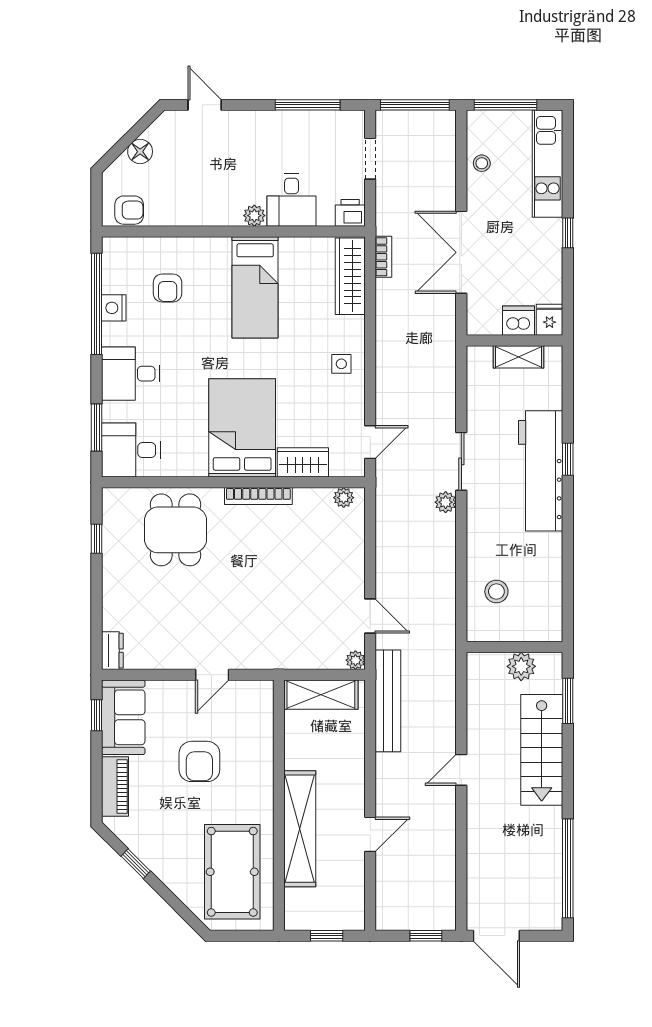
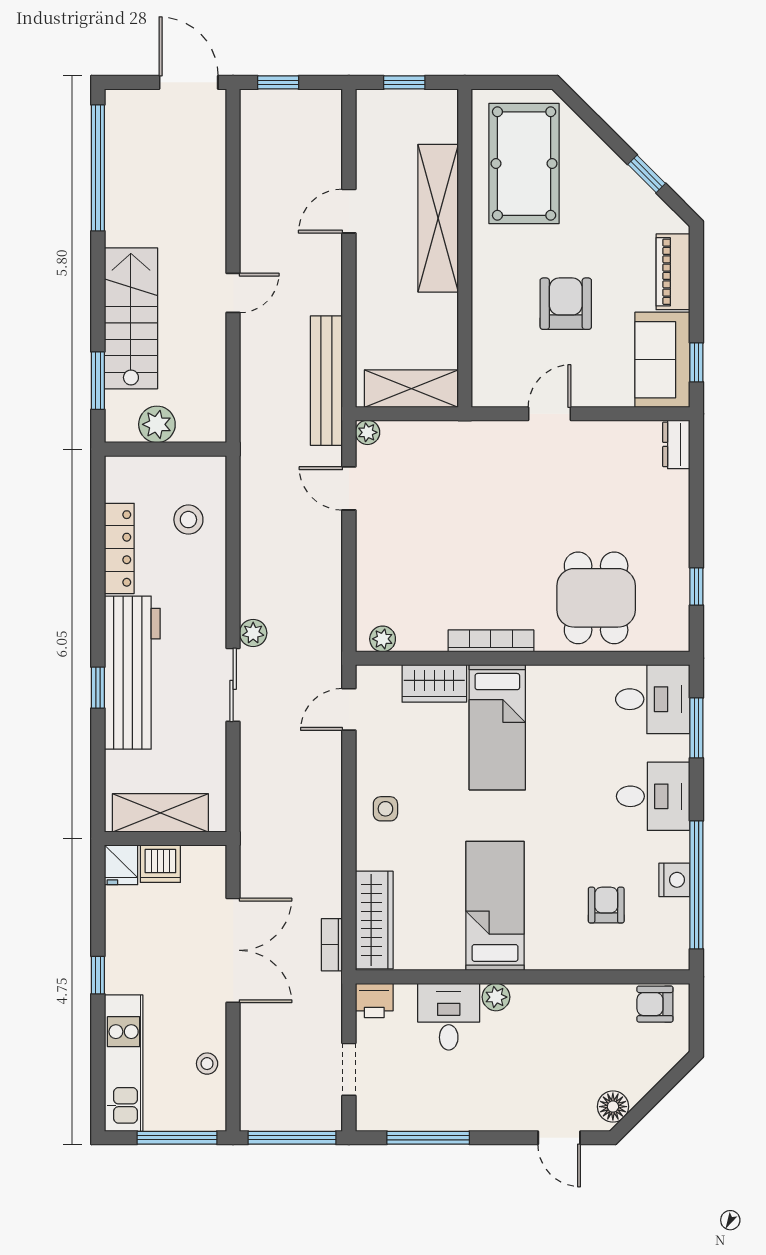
floor lamp: (140, 152) -> (613, 1107), moved
shelving: (519, 357) -> (160, 813), width x1.50, depth x1.33
bed: (242, 428) -> (497, 727), width x0.67
locker: (551, 569) -> (119, 548), added

